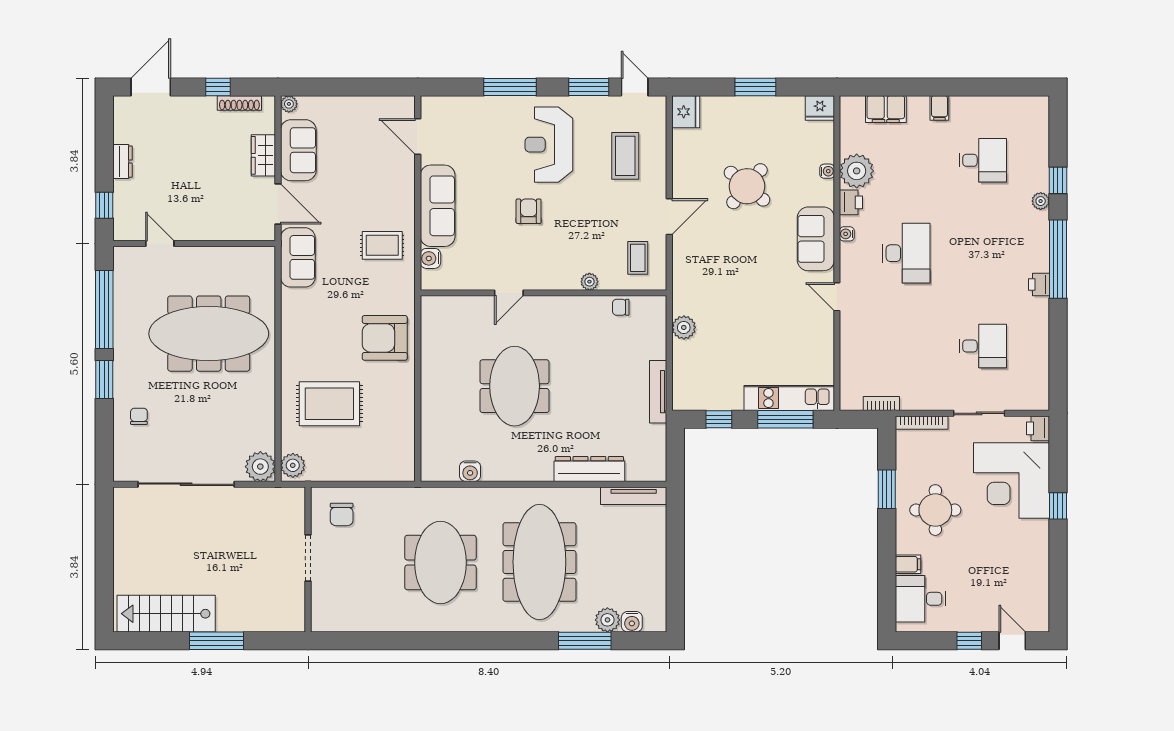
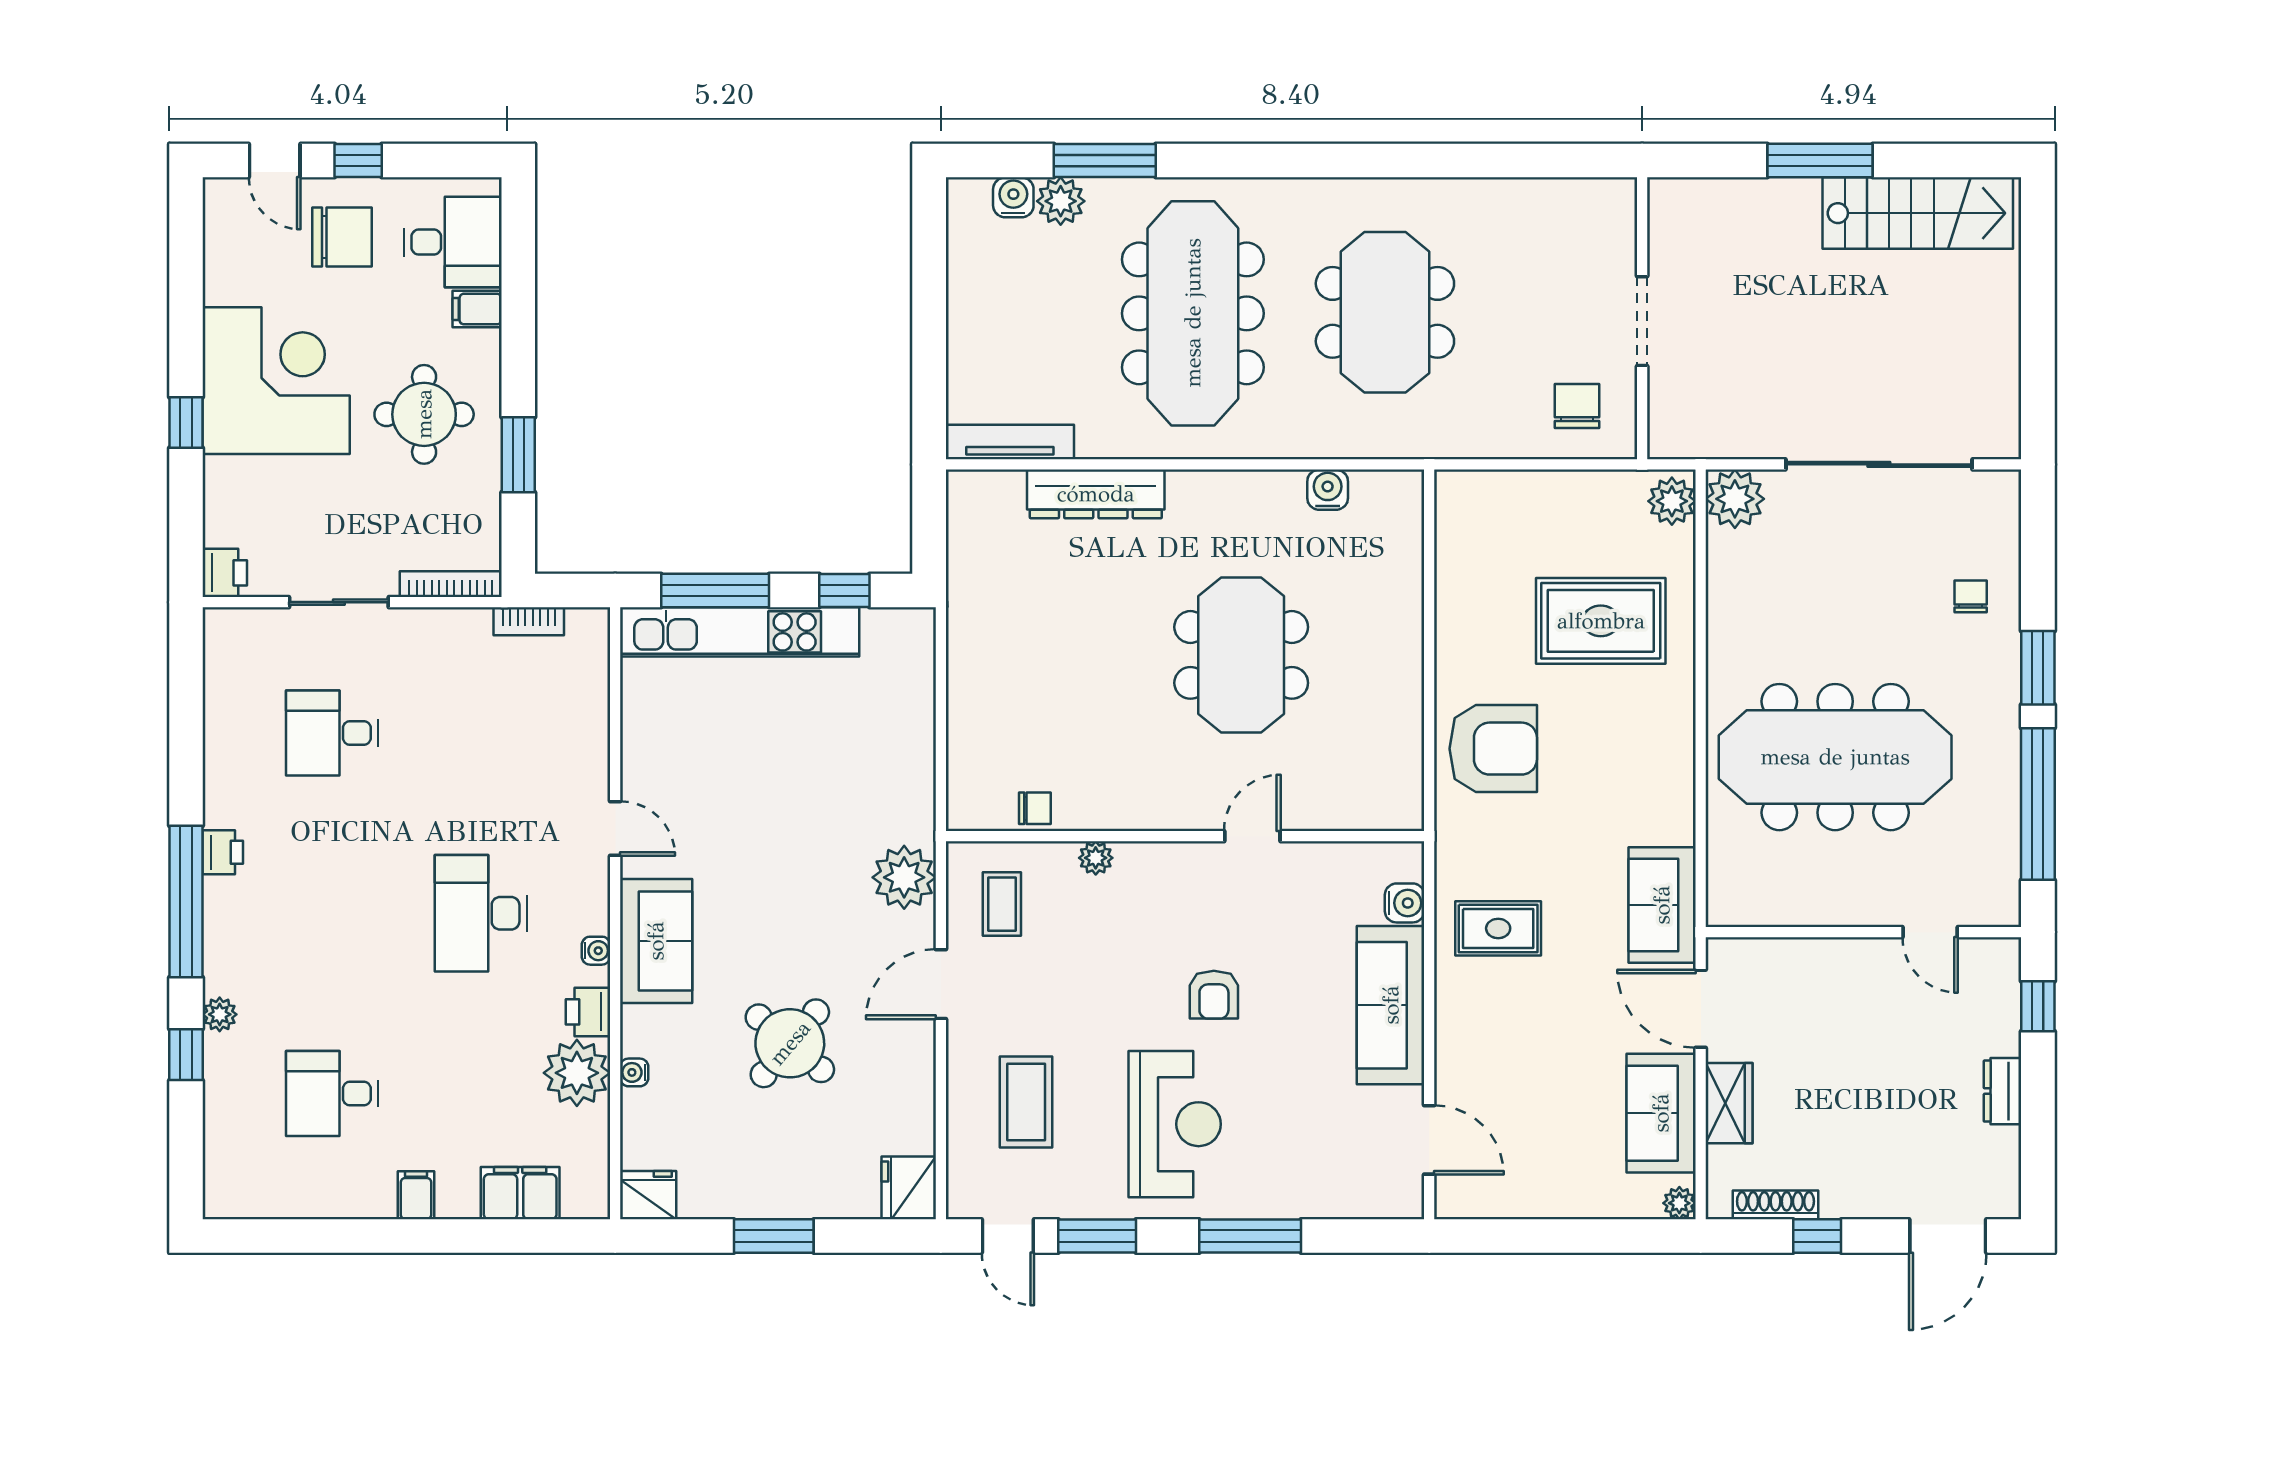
plant: (684, 327) -> (904, 877), moved, width x1.36, depth x1.36
tv unit: (658, 392) -> (962, 644), removed
kitchen unit: (789, 398) -> (740, 632), width x1.36
chair: (139, 416) -> (1971, 596), turned 180
corner desk: (1011, 481) -> (276, 381), moved
chair: (978, 601) -> (342, 237), added

